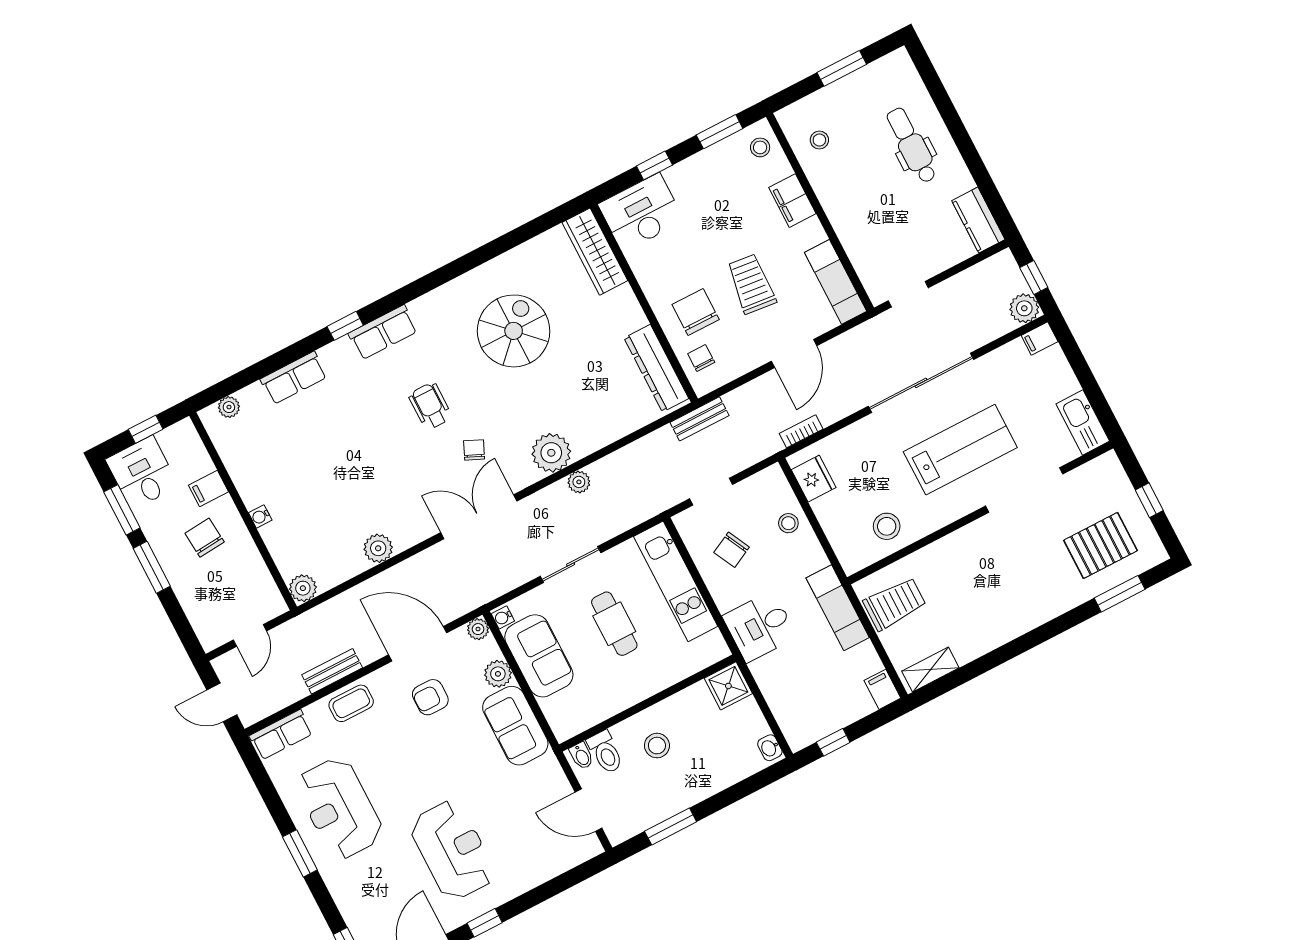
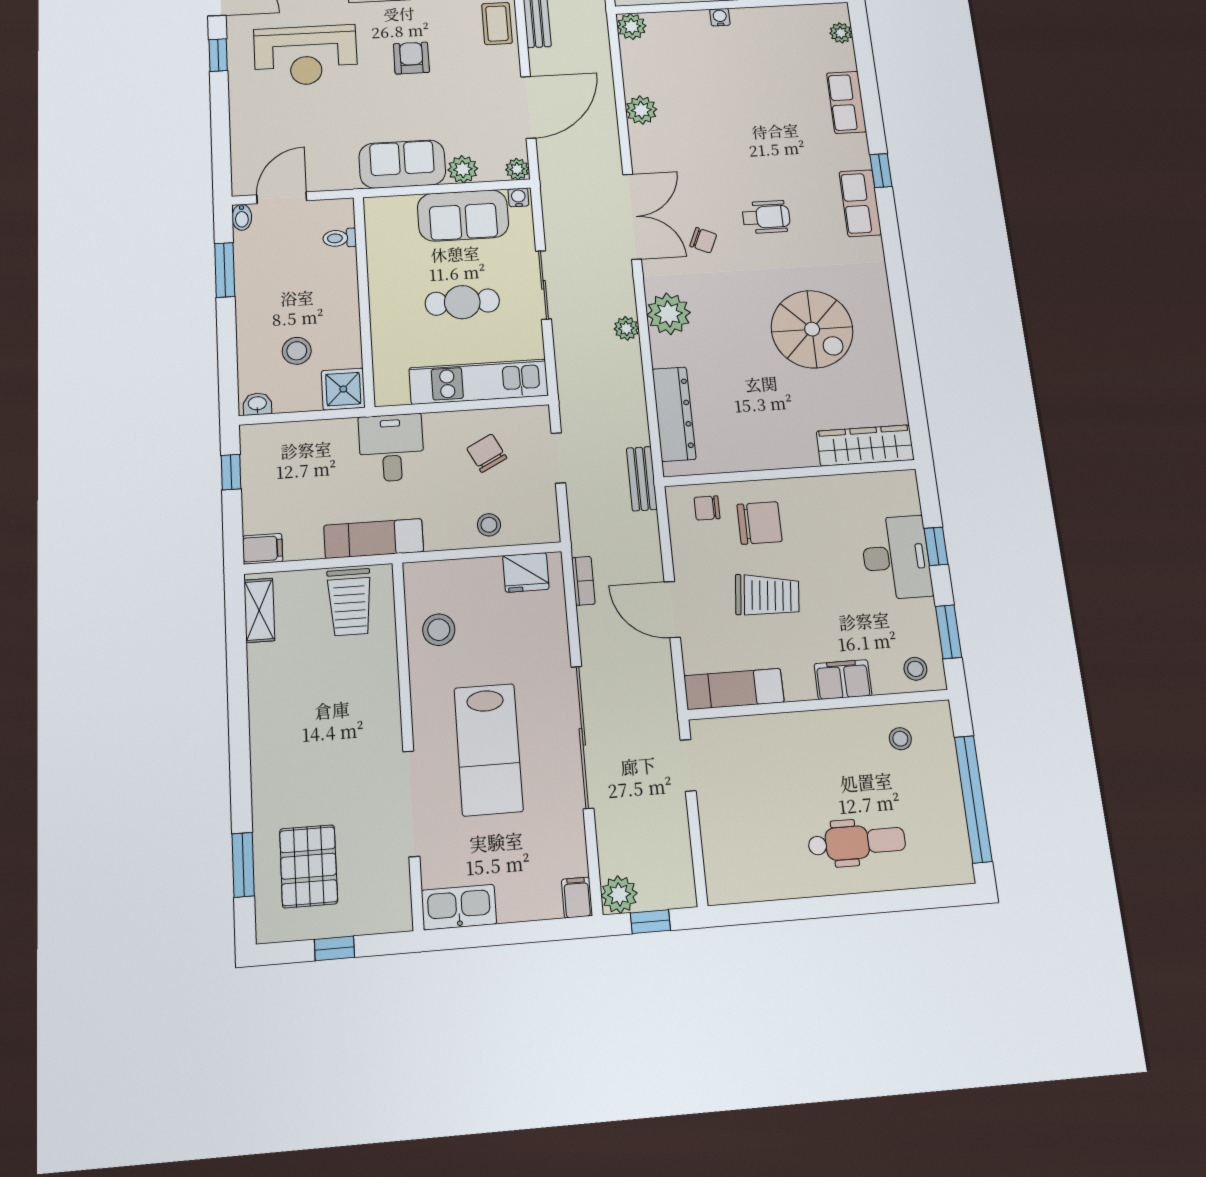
window: (842, 68) -> (973, 799), width x2.11
desk: (641, 213) -> (896, 557), moved
kitchen counter: (978, 220) -> (742, 884), removed
chair: (701, 358) -> (707, 508), turned 180
dresser: (656, 368) -> (674, 414), moved, turned 90
armchair: (430, 697) -> (411, 58), moved
stool: (657, 746) -> (297, 351), moved
toilet: (605, 752) -> (340, 238), width x0.73, depth x0.72
bidet: (582, 756) -> (242, 217), moved, turned -90

